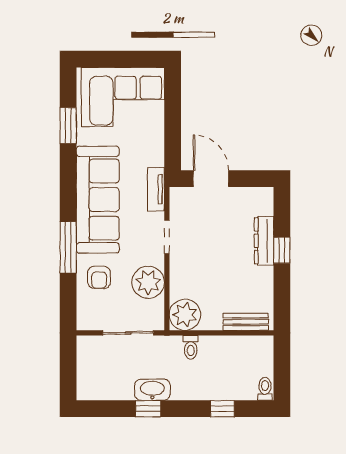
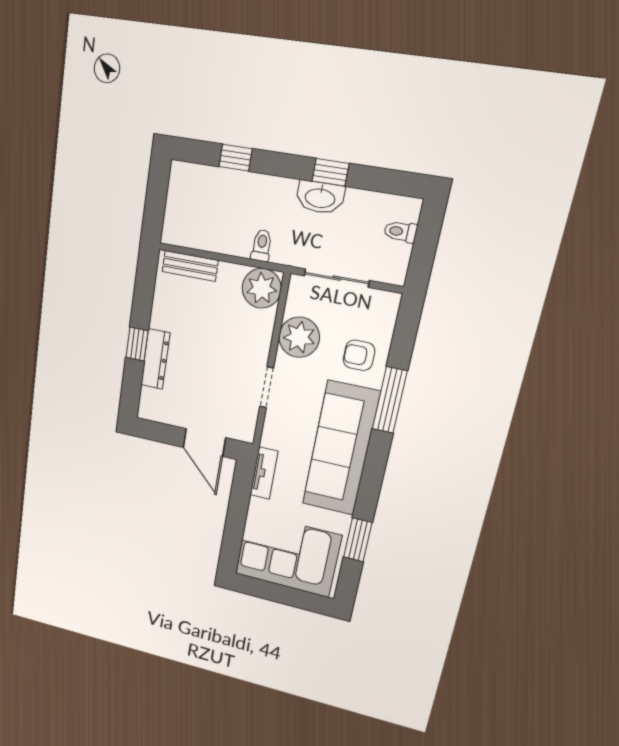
tv unit: (156, 189) -> (264, 473), moved
armchair: (99, 277) -> (359, 355), turned -90
toilet: (265, 389) -> (400, 232), moved, turned 90

